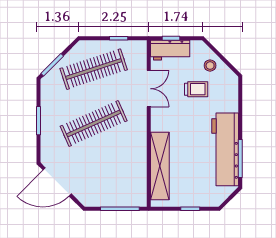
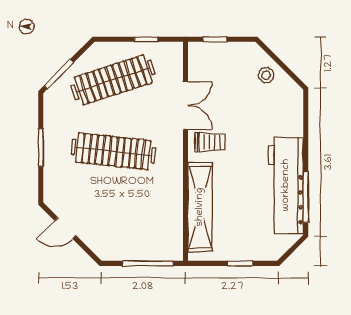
workbench: (170, 50) -> (214, 55), removed
trolley: (196, 89) -> (210, 142), moved
clothes rail: (94, 123) -> (113, 151), turned 30
door: (57, 182) -> (65, 228), width x0.53

